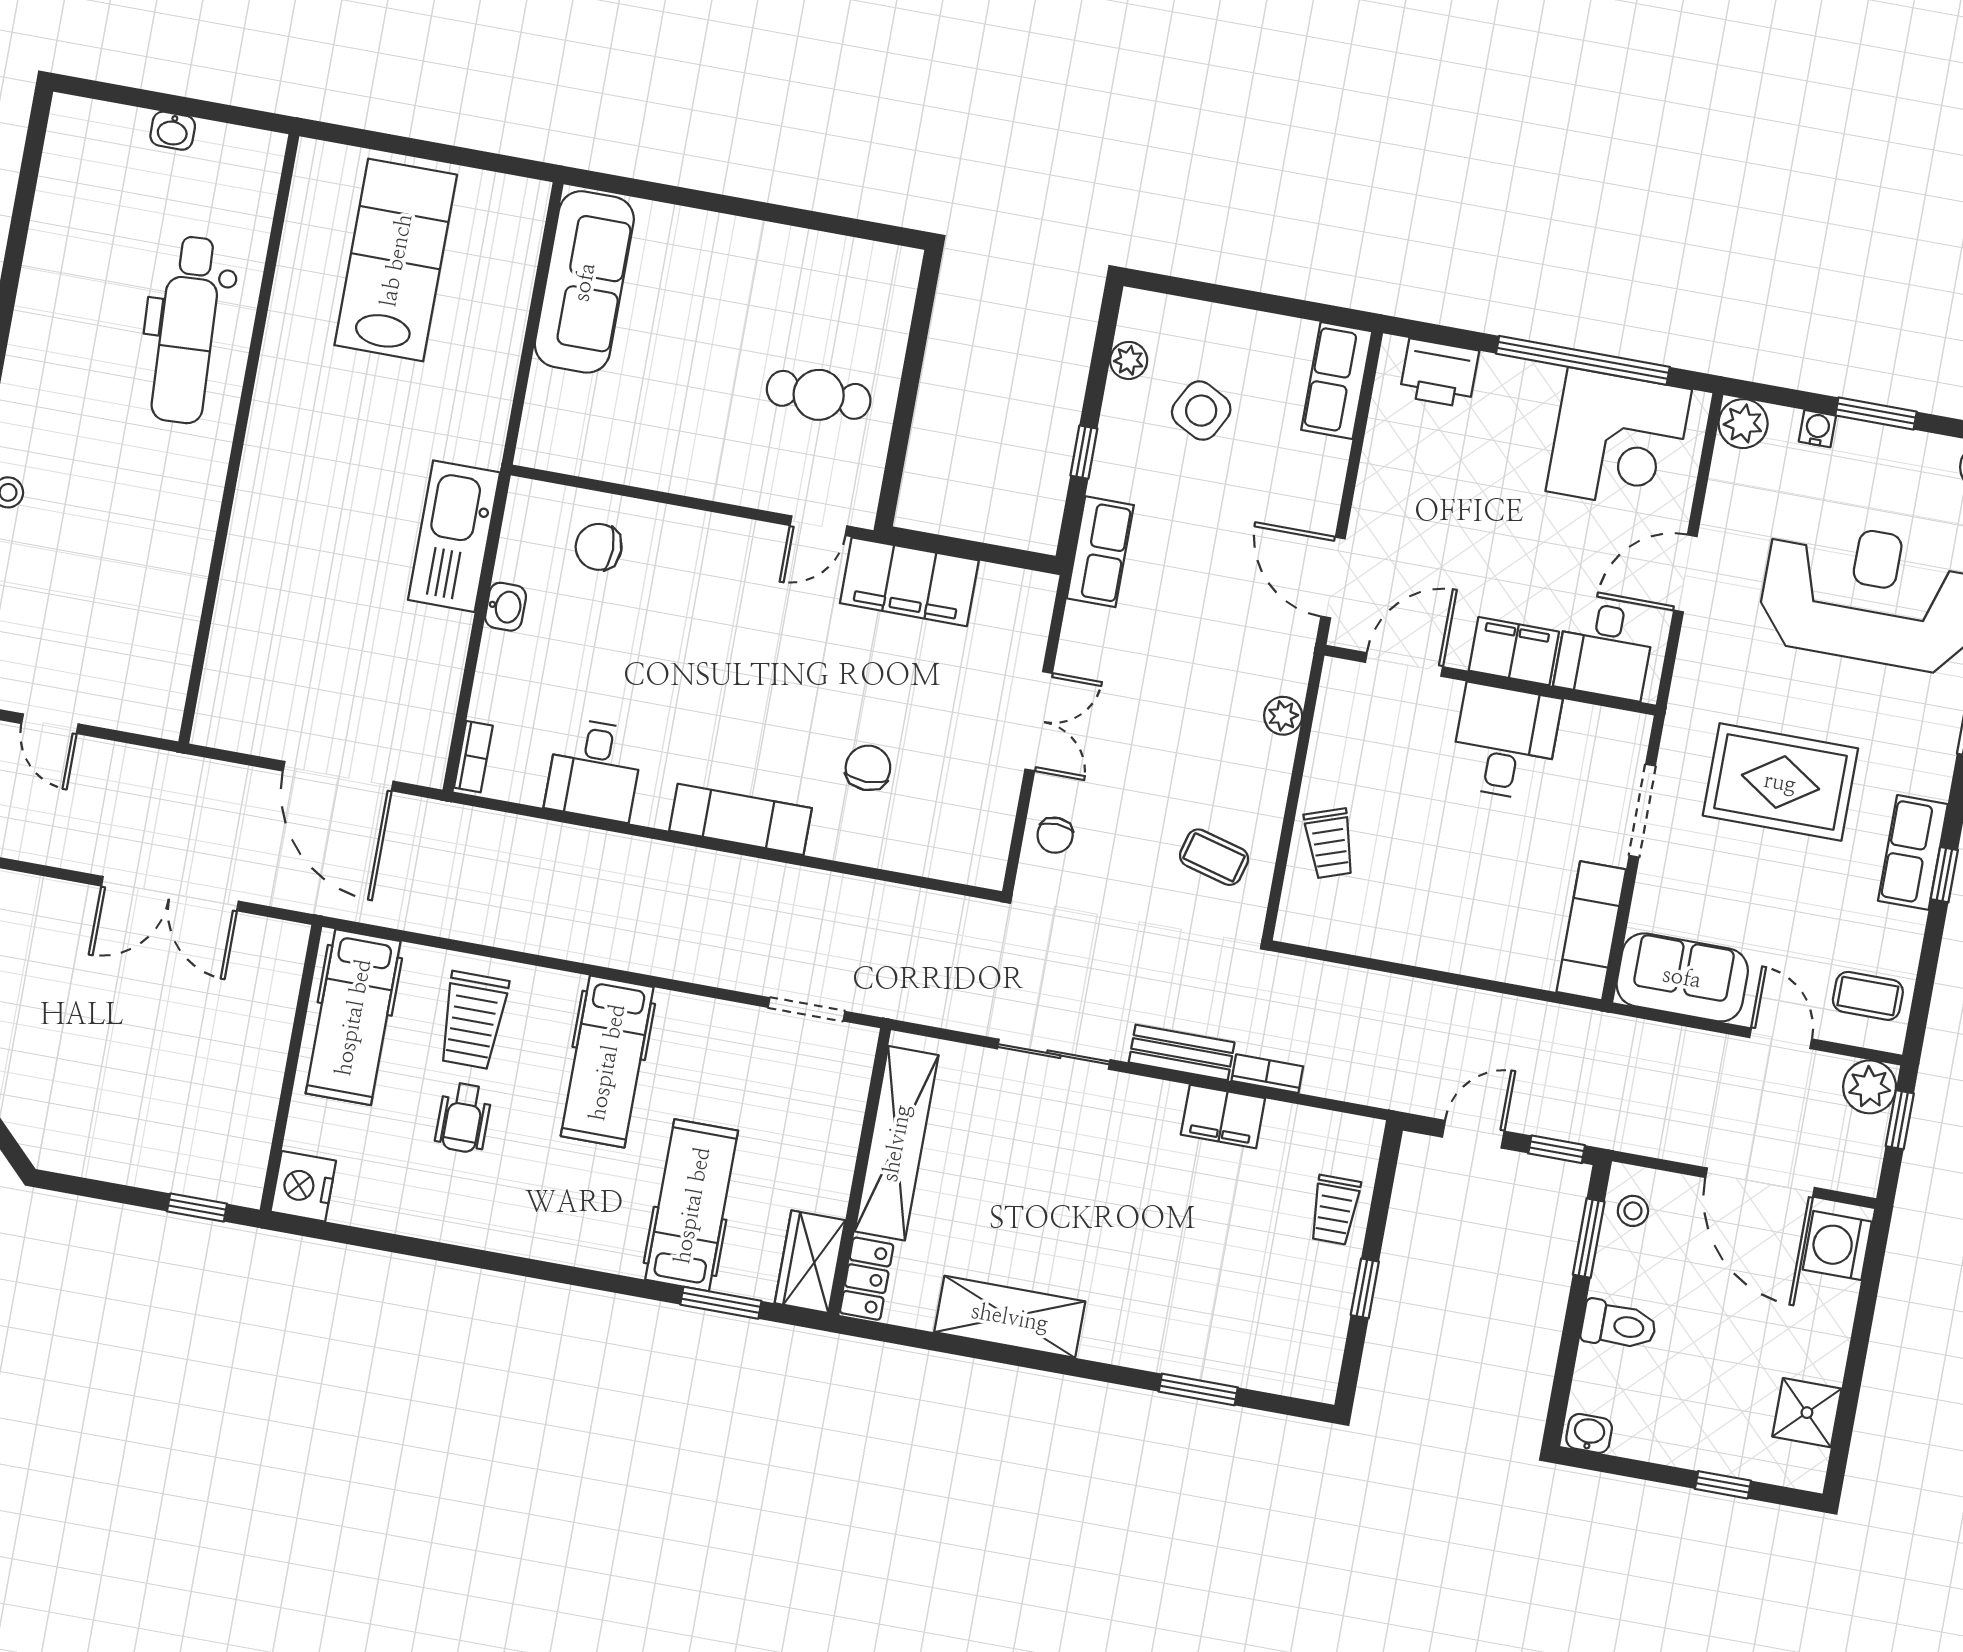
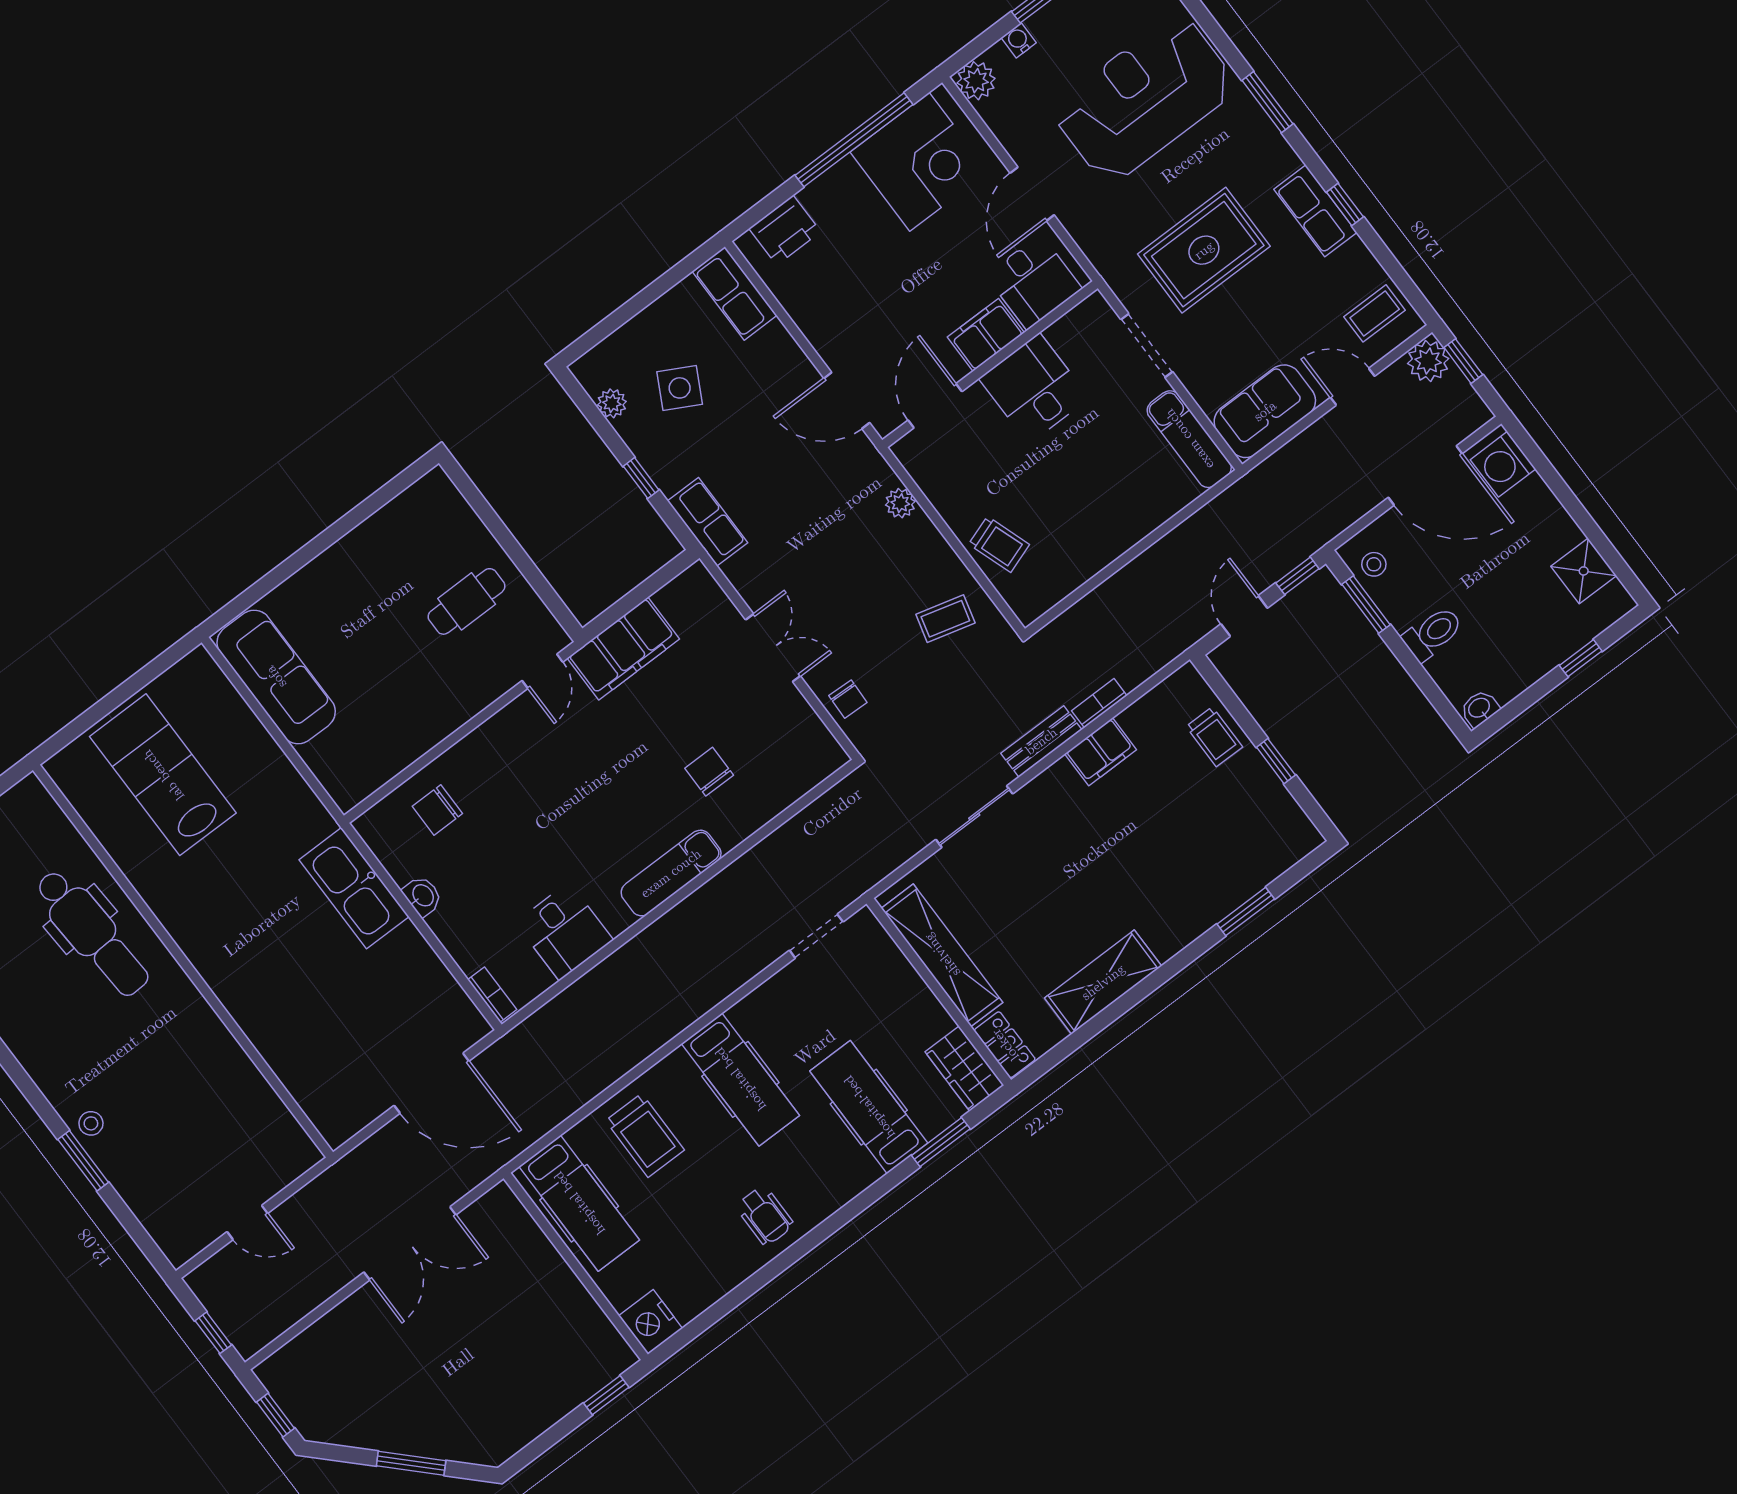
wheelchair: (463, 1118) -> (765, 1216), moved

